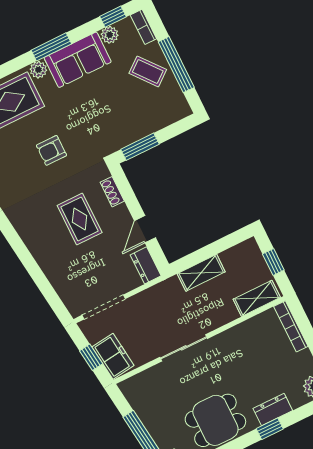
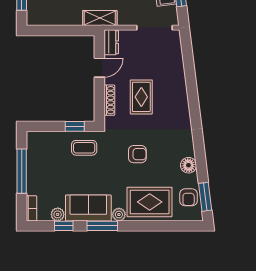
window: (113, 17) -> (64, 226), moved
coffee table: (148, 71) -> (84, 148), moved, turned -51
window: (140, 147) -> (75, 126), width x0.67
shoe rack: (112, 192) -> (109, 100), width x1.43
shelving: (201, 273) -> (100, 18), moved

